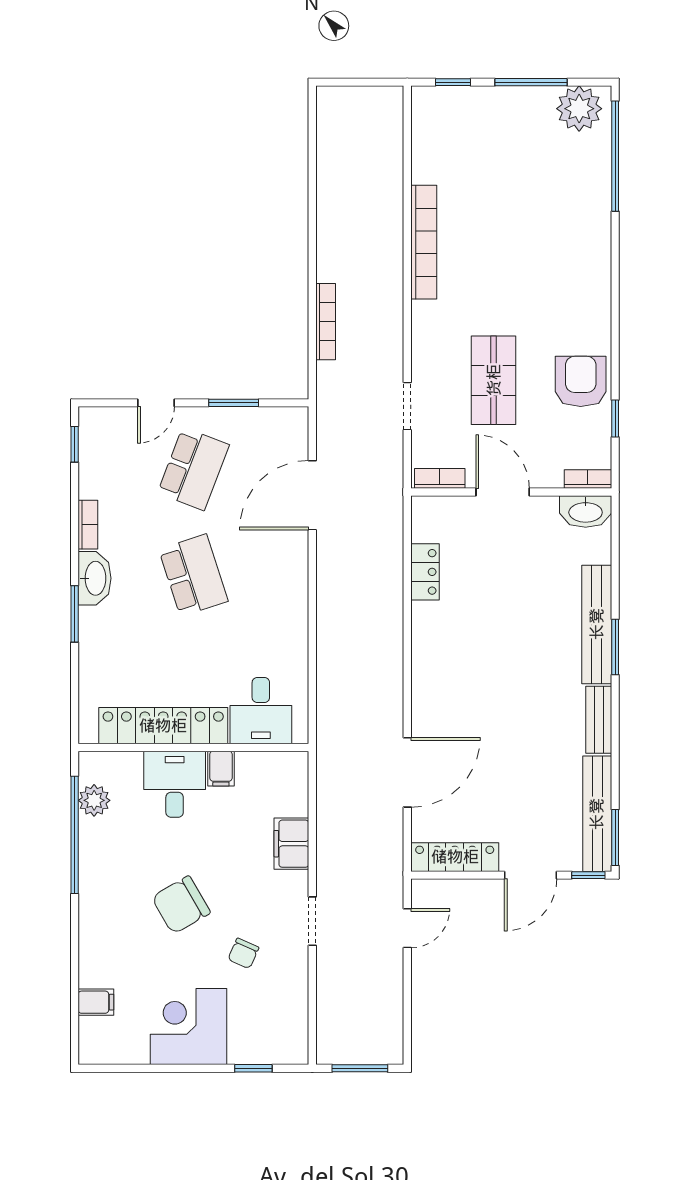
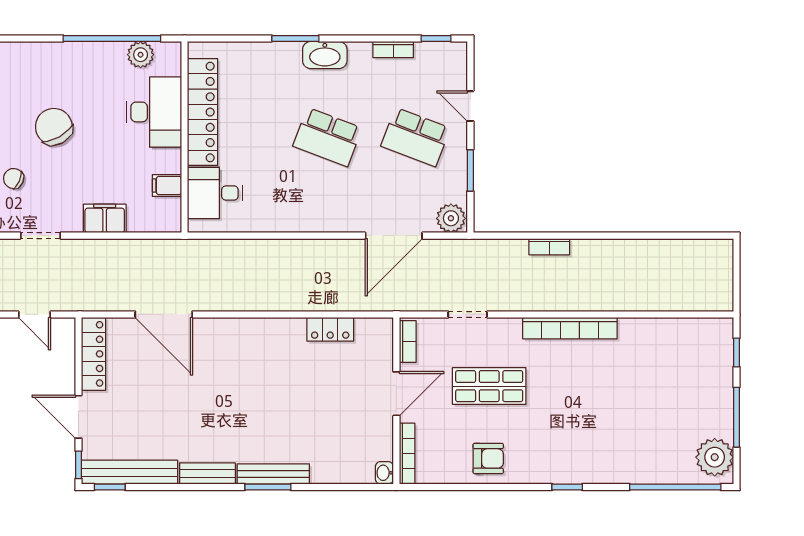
bookcase: (424, 242) -> (570, 328), moved
bookcase: (326, 322) -> (549, 247), width x0.64
armchair: (581, 381) -> (488, 458), width x0.72, depth x0.72
window: (615, 418) -> (567, 487), moved
plant: (291, 426) -> (451, 218), added
bookcase: (588, 479) -> (407, 453), width x1.56
door: (312, 495) -> (394, 236), swing flipped
washbasin: (586, 511) -> (384, 473), width x0.52, depth x0.69
bookcase: (88, 525) -> (393, 50), moved
school desk: (193, 575) -> (327, 137), turned 39
bench: (597, 624) -> (273, 474), width x0.73, depth x0.82
filing cabinet: (221, 769) -> (167, 186), moved
desk: (175, 784) -> (154, 112), width x1.37
window: (615, 837) -> (110, 487), width x0.67

